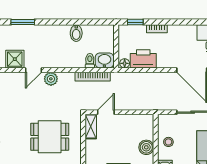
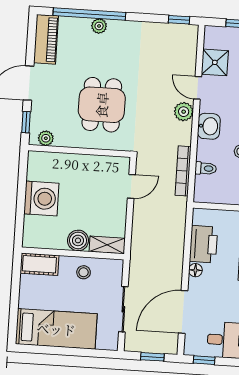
washbasin: (104, 60) -> (209, 126), moved
floor lamp: (125, 63) -> (195, 270), moved
door: (106, 112) -> (131, 186), hinge flipped
shelving: (91, 127) -> (107, 245), moved

